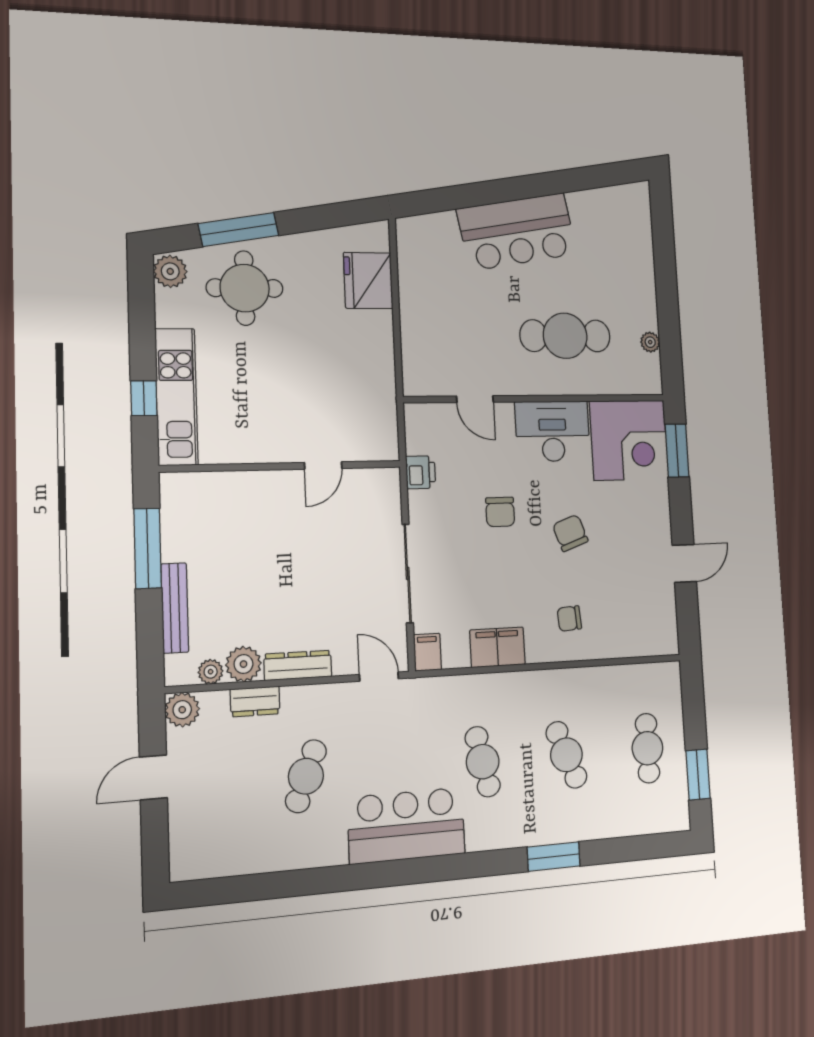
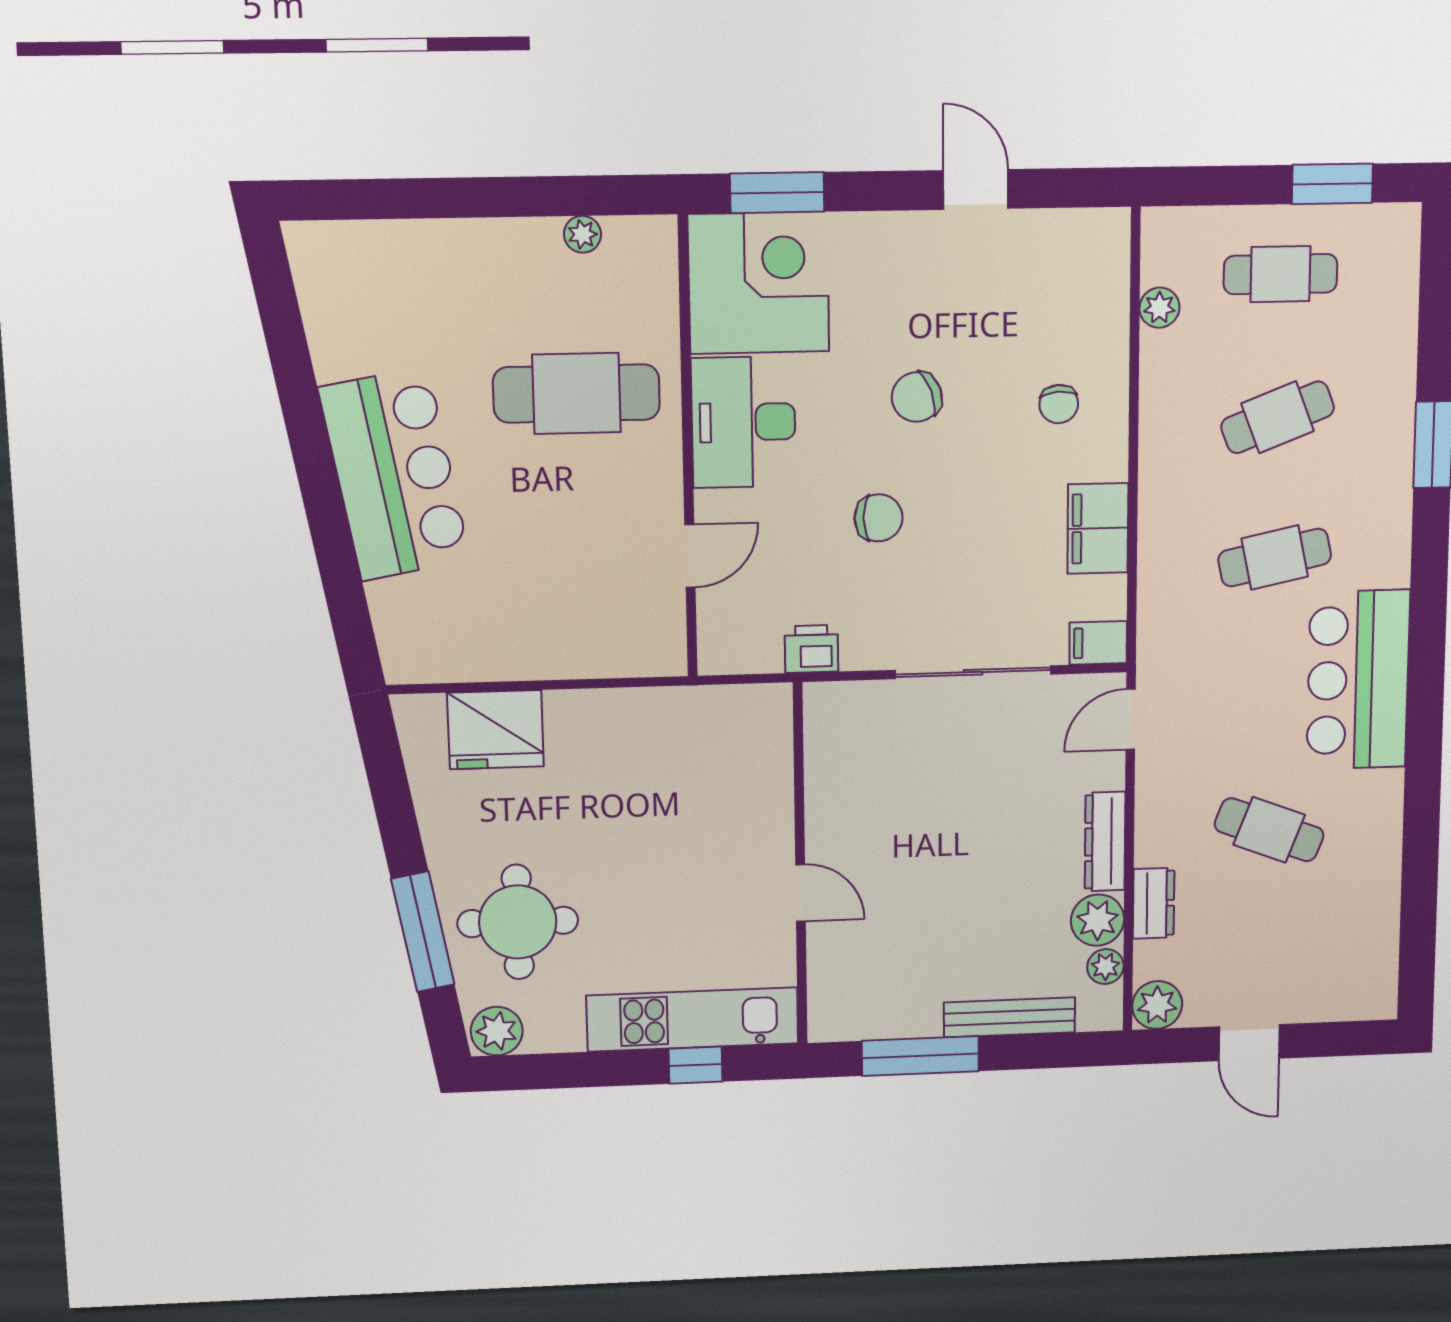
cafe table: (565, 336) -> (576, 393), turned 90
door: (323, 465) -> (800, 893), moved
plant: (626, 676) -> (1159, 308), added

